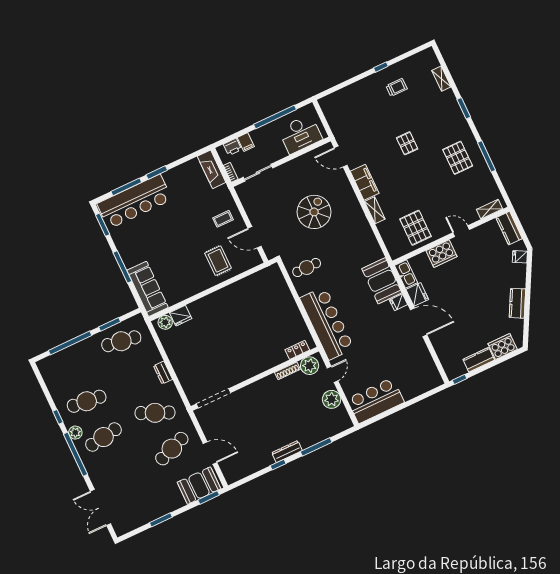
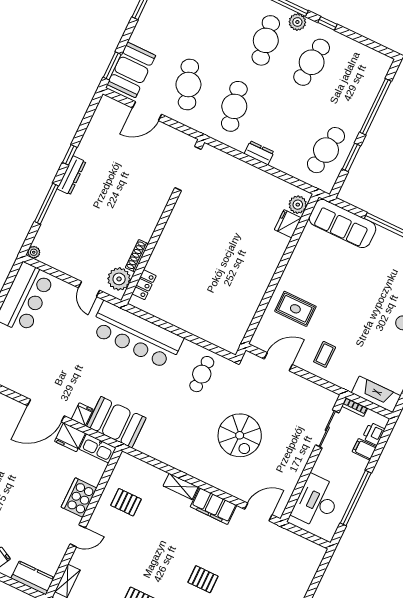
pallet: (415, 228) -> (126, 502), width x0.67, depth x0.71
plant: (332, 399) -> (34, 252), moved, width x0.53, depth x0.53
cafe table: (155, 413) -> (234, 106), turned -36

